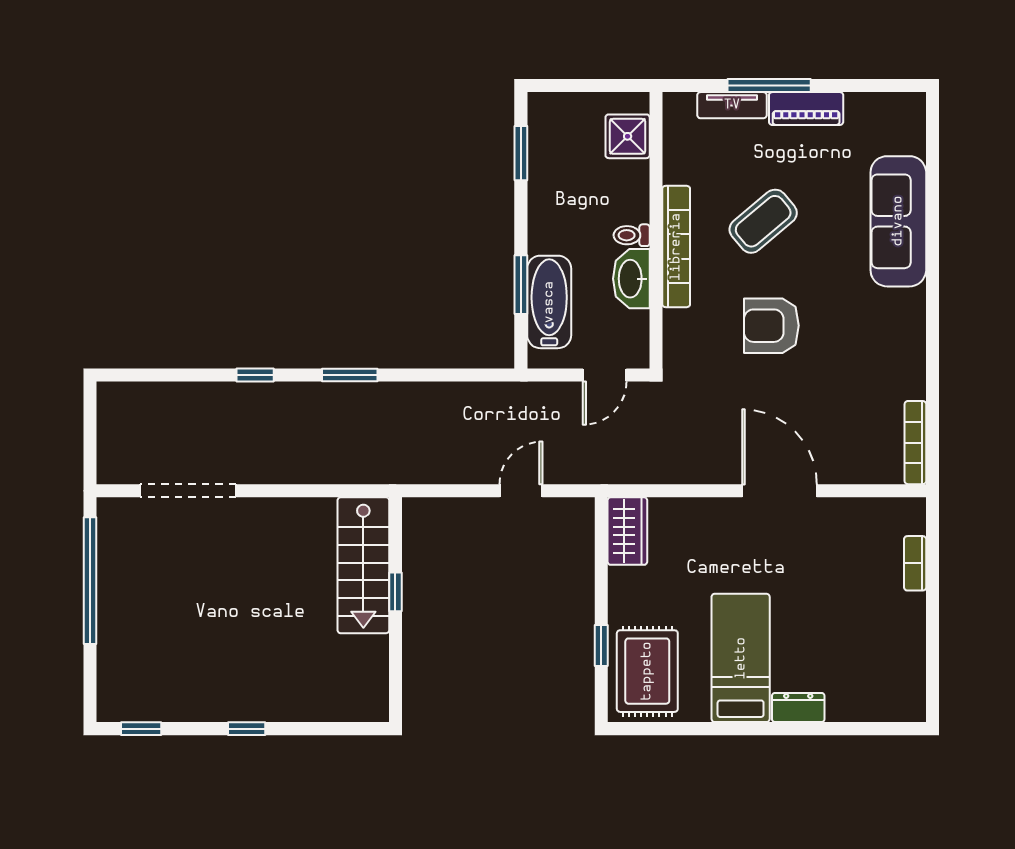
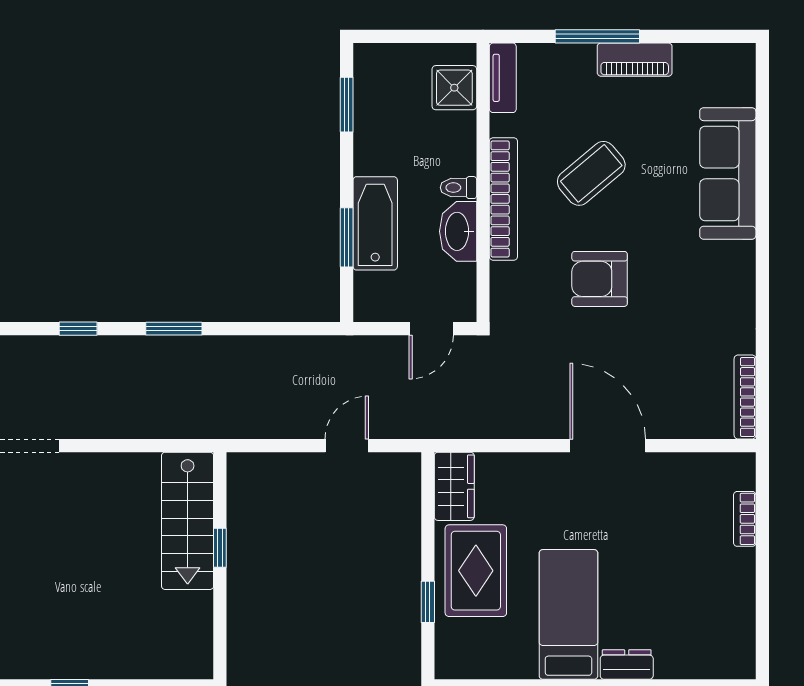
tv unit: (732, 105) -> (503, 78), moved, turned -90
bathtub: (549, 302) -> (375, 223), moved
rug: (647, 671) -> (476, 571), moved

